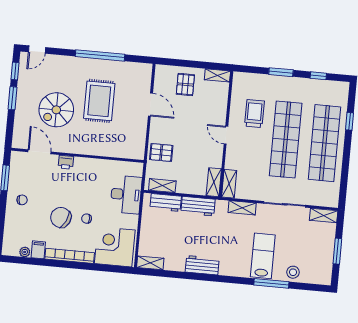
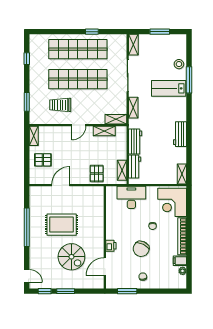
window: (281, 72) -> (27, 102), moved
window: (349, 121) -> (92, 32), moved
shelving: (214, 182) -> (104, 131), moved
chair: (61, 217) -> (141, 249), moved

